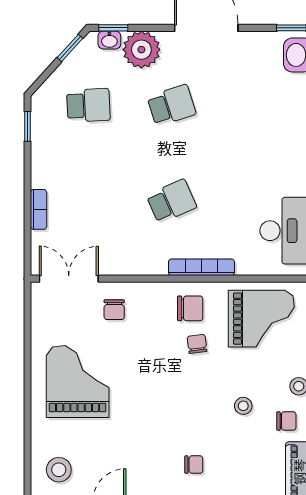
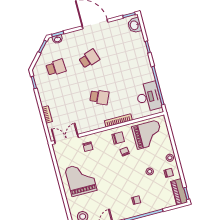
plant: (141, 50) -> (71, 40), removed
school desk: (172, 201) -> (99, 97), turned 48

